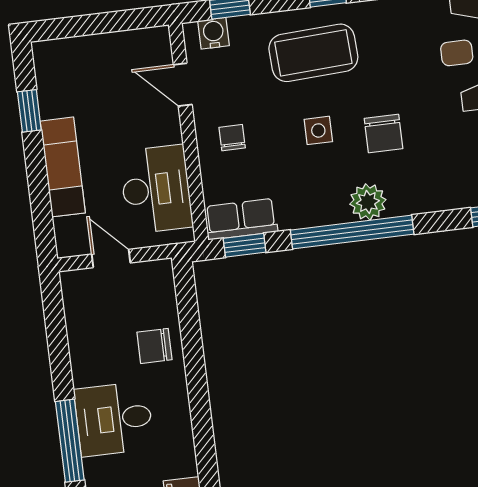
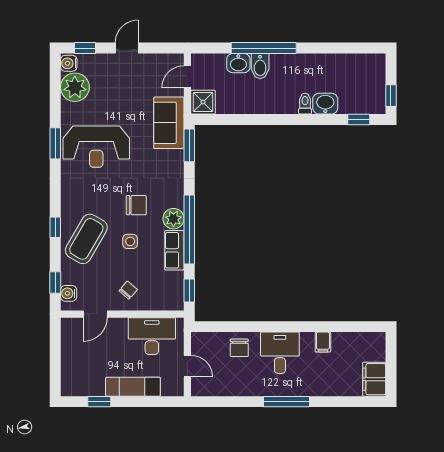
coffee table: (313, 53) -> (86, 239), turned 33
chair: (232, 138) -> (128, 290), turned 131
row of seats: (241, 219) -> (174, 250), moved
door: (111, 258) -> (187, 366), swing flipped
desk: (114, 419) -> (280, 353), moved, turned 180

